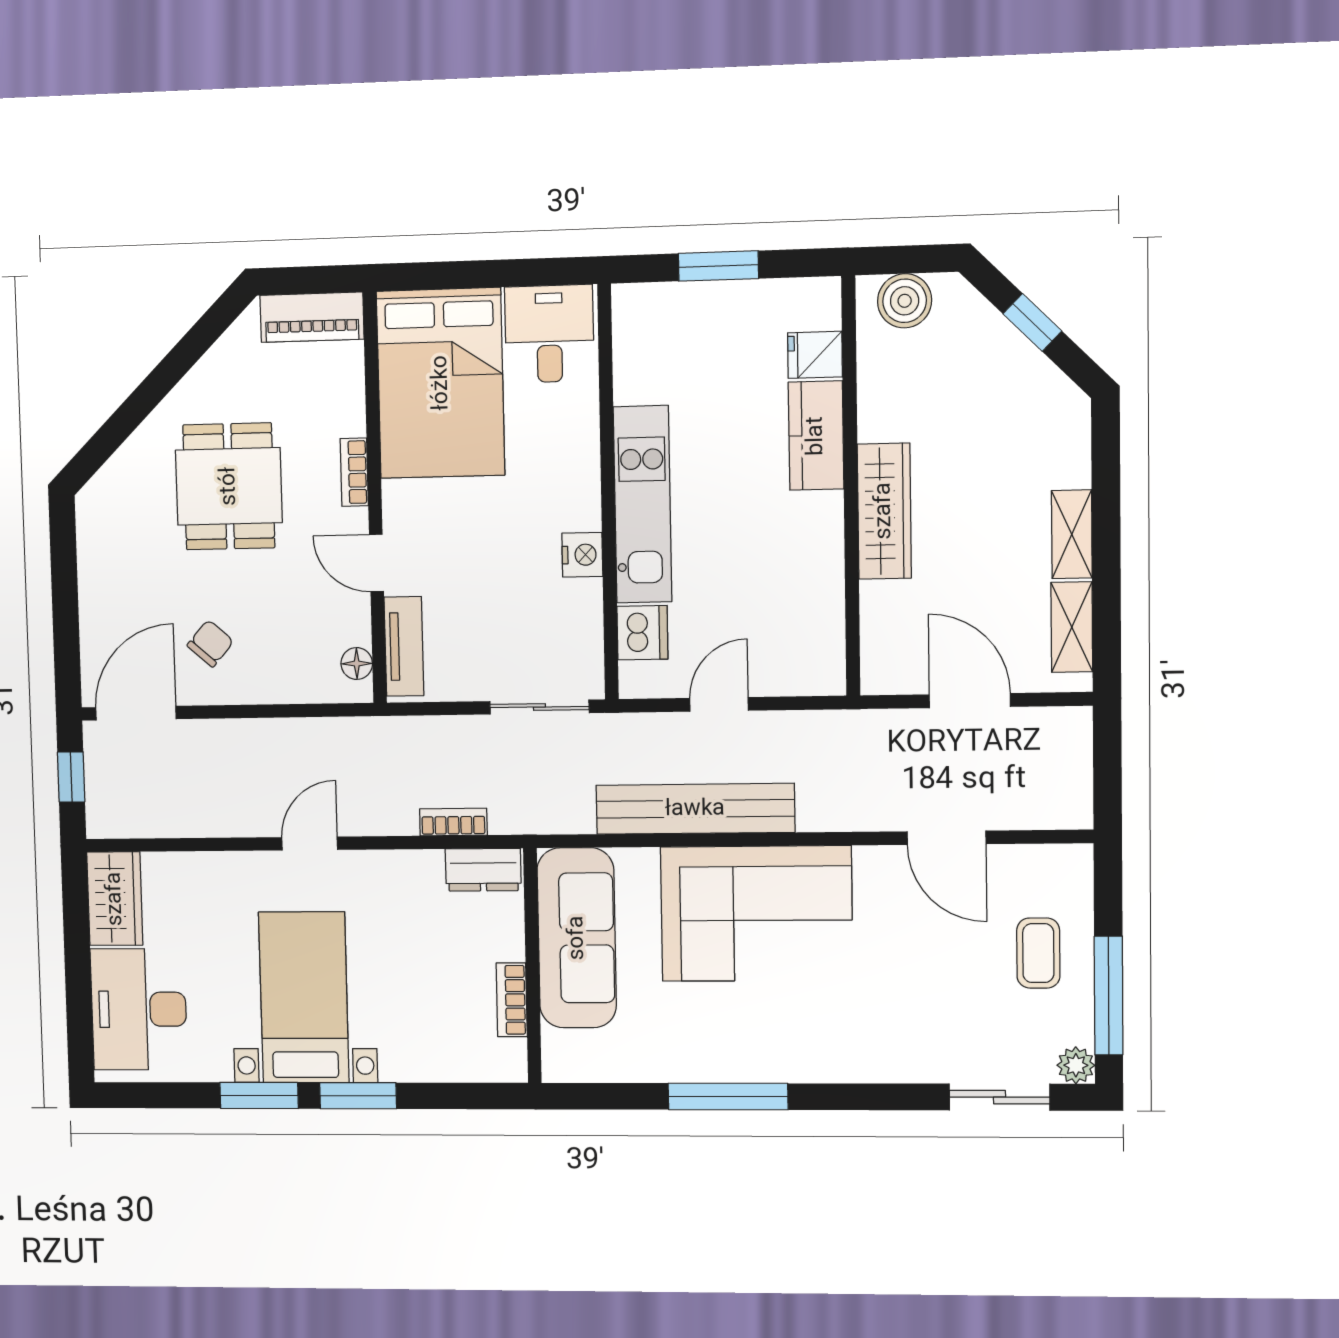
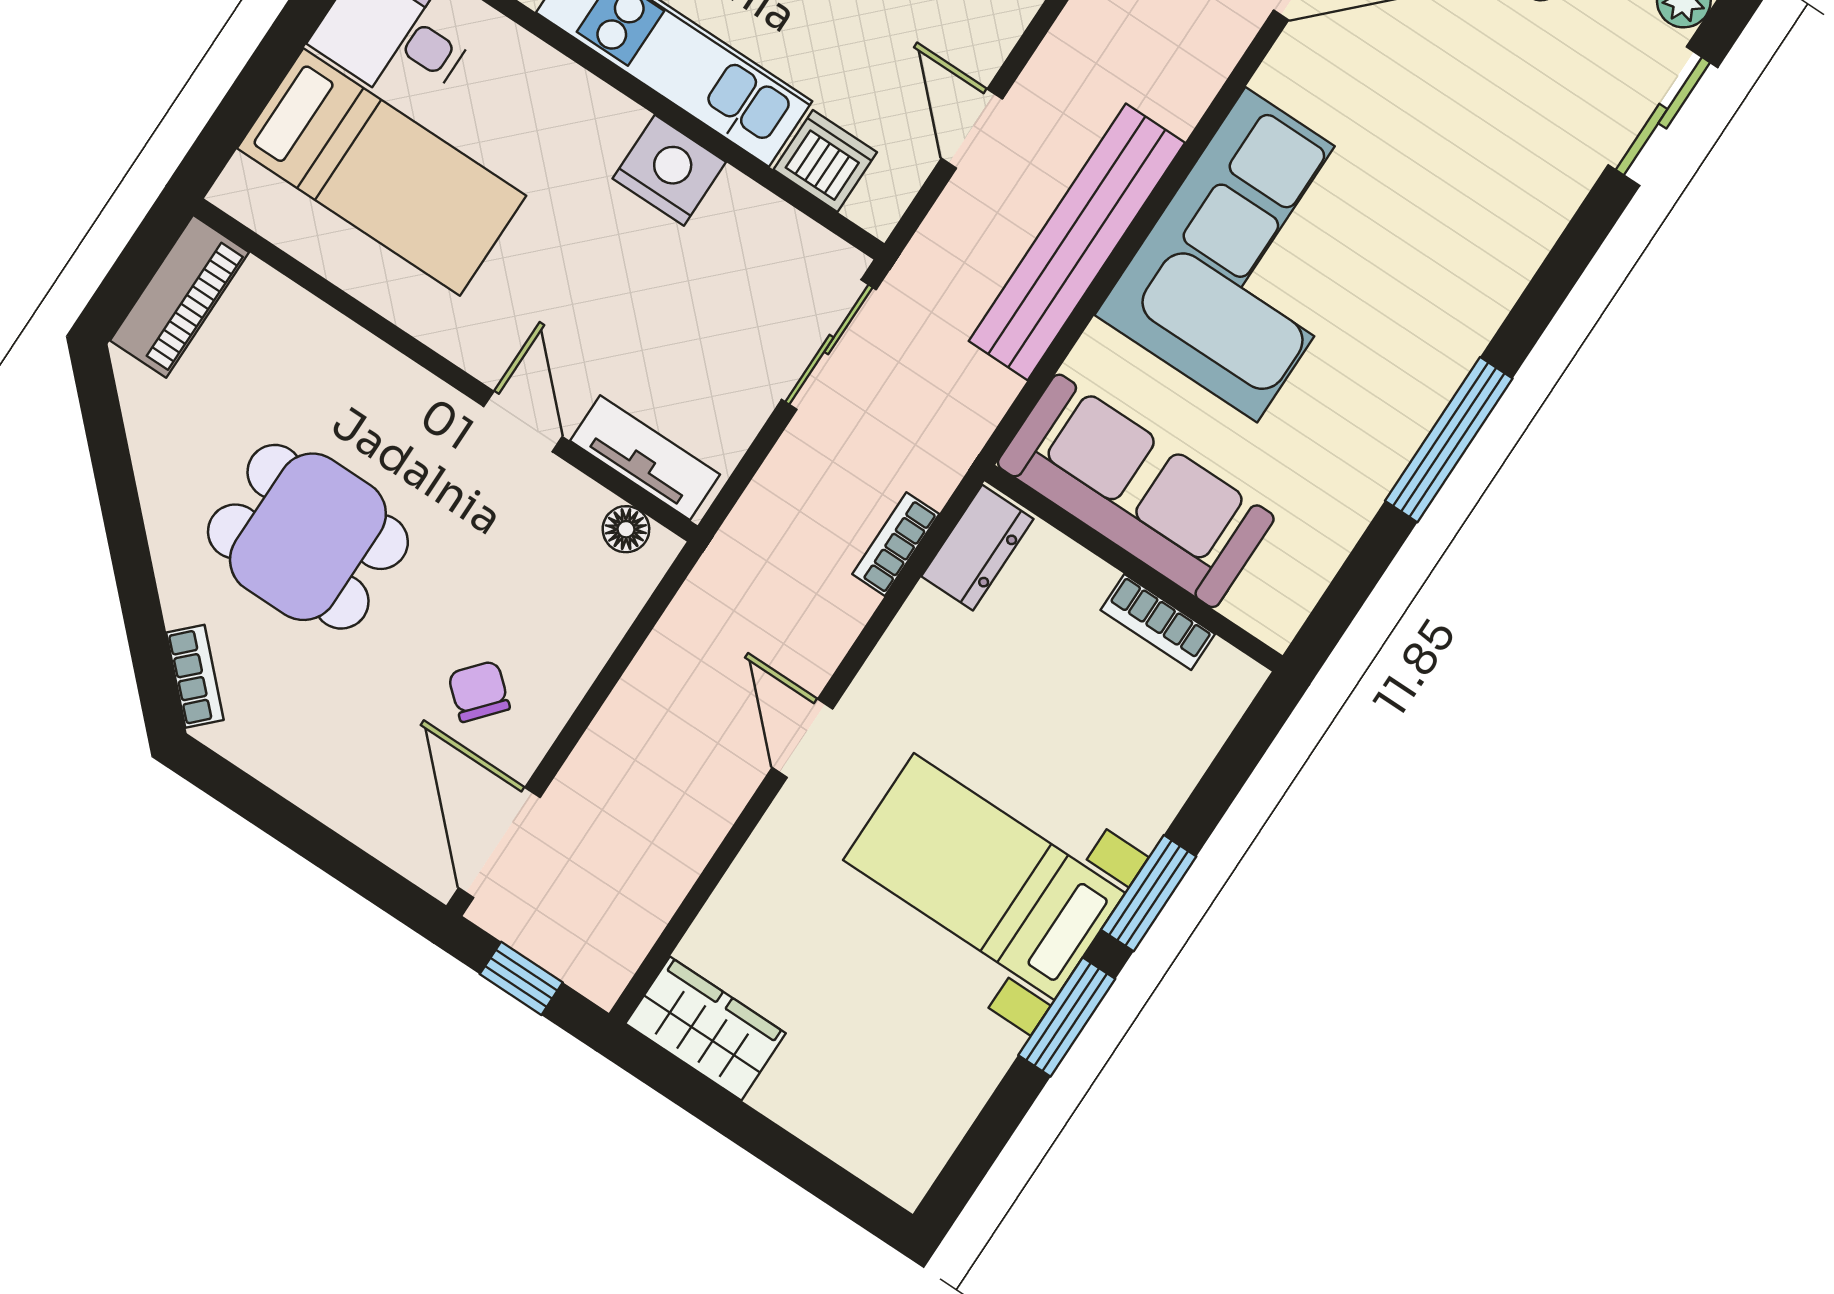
bed: (441, 383) -> (382, 172), width x0.67
bookcase: (354, 472) -> (195, 676), moved, turned -135
nightstand: (582, 555) -> (669, 170), width x1.36, depth x1.33
door: (376, 563) -> (523, 422), swing flipped
desk: (139, 1009) -> (861, 1094), removed

